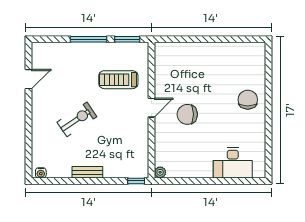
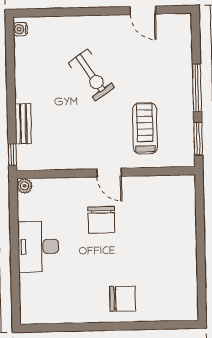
chair: (187, 114) -> (101, 220), turned 180
desk: (233, 163) -> (38, 247), moved
bench: (87, 172) -> (23, 124), moved

